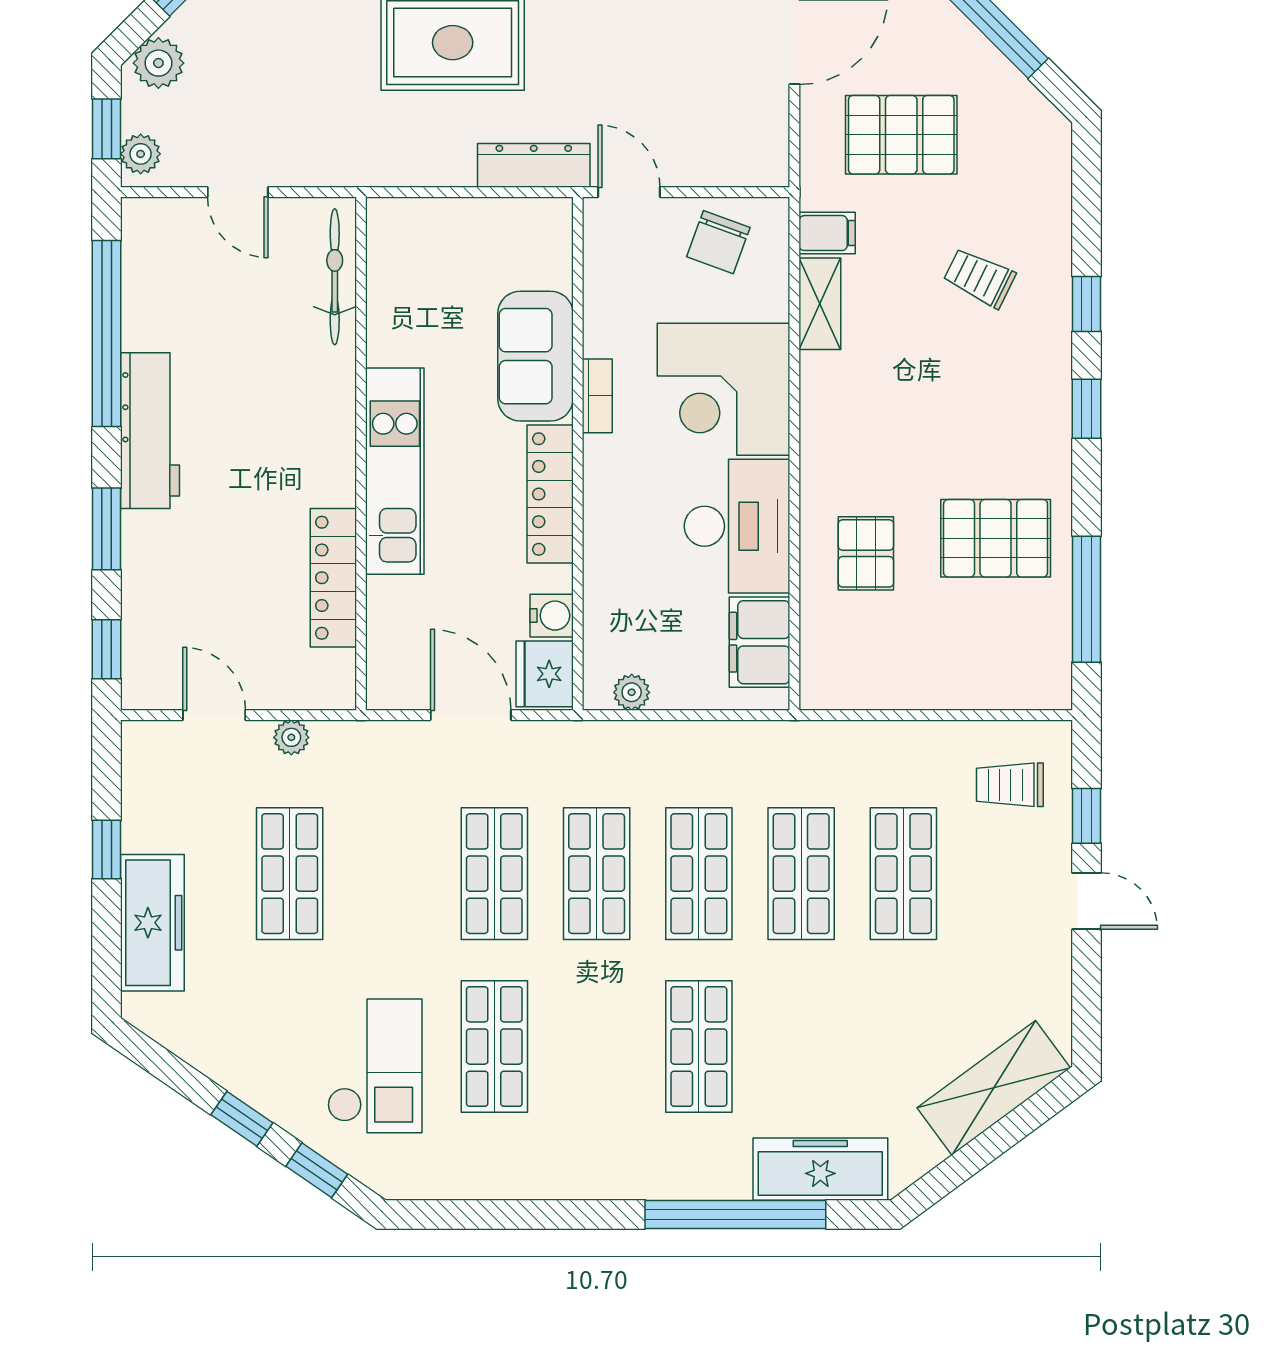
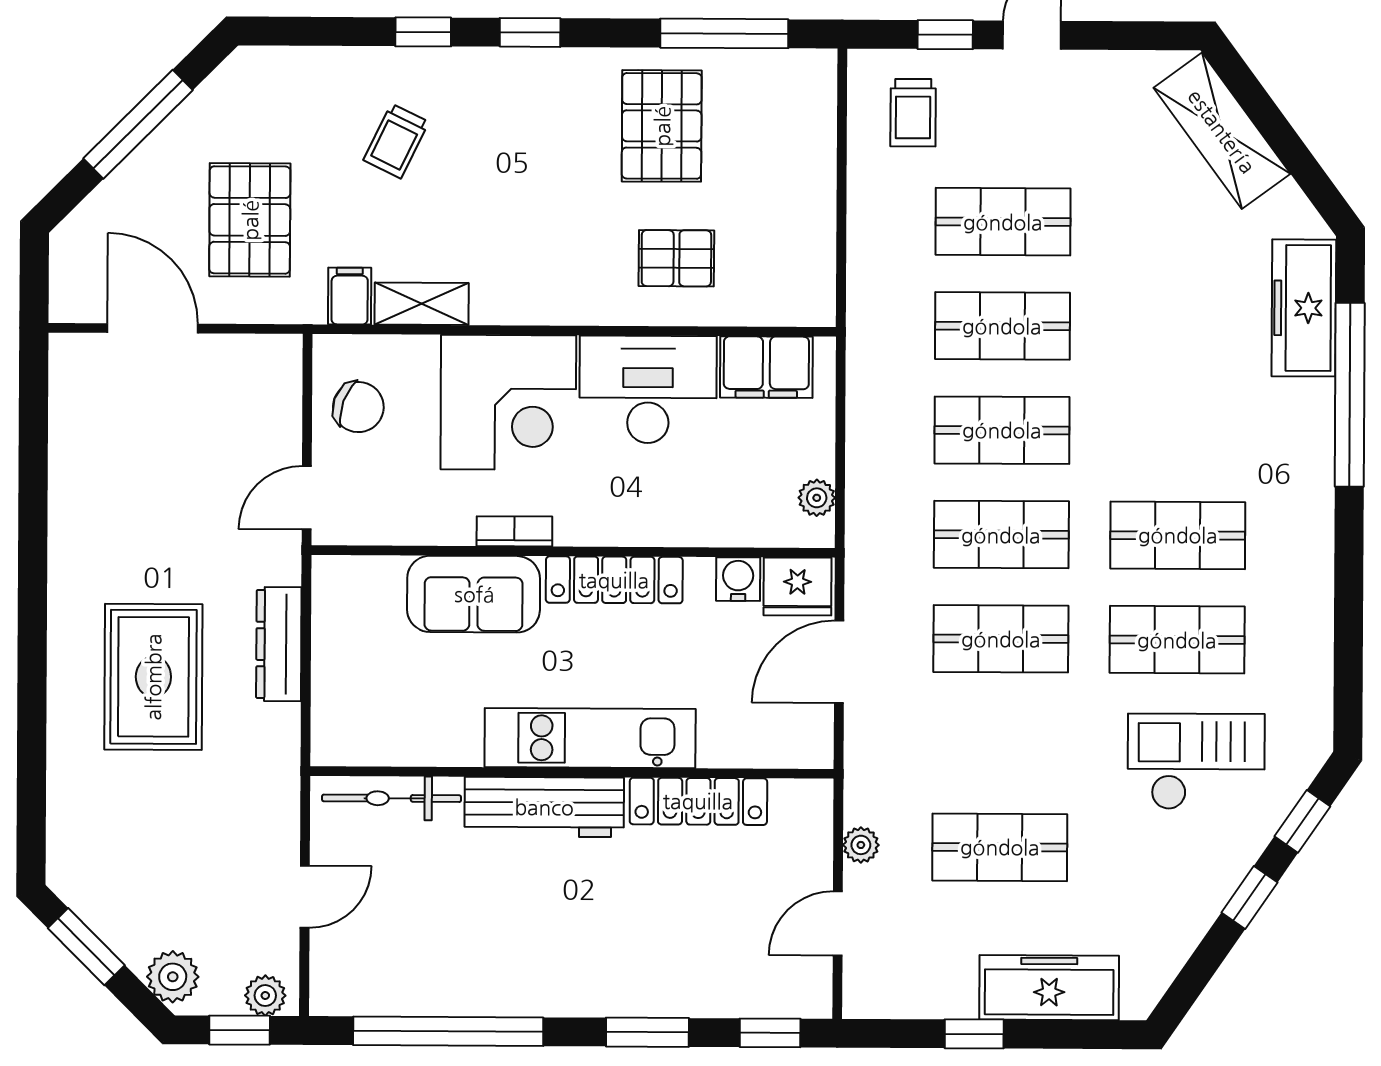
dresser: (534, 165) -> (279, 644), moved
workbench: (150, 431) -> (544, 807), moved, turned 180
shop shelf: (699, 1047) -> (1178, 535), moved

